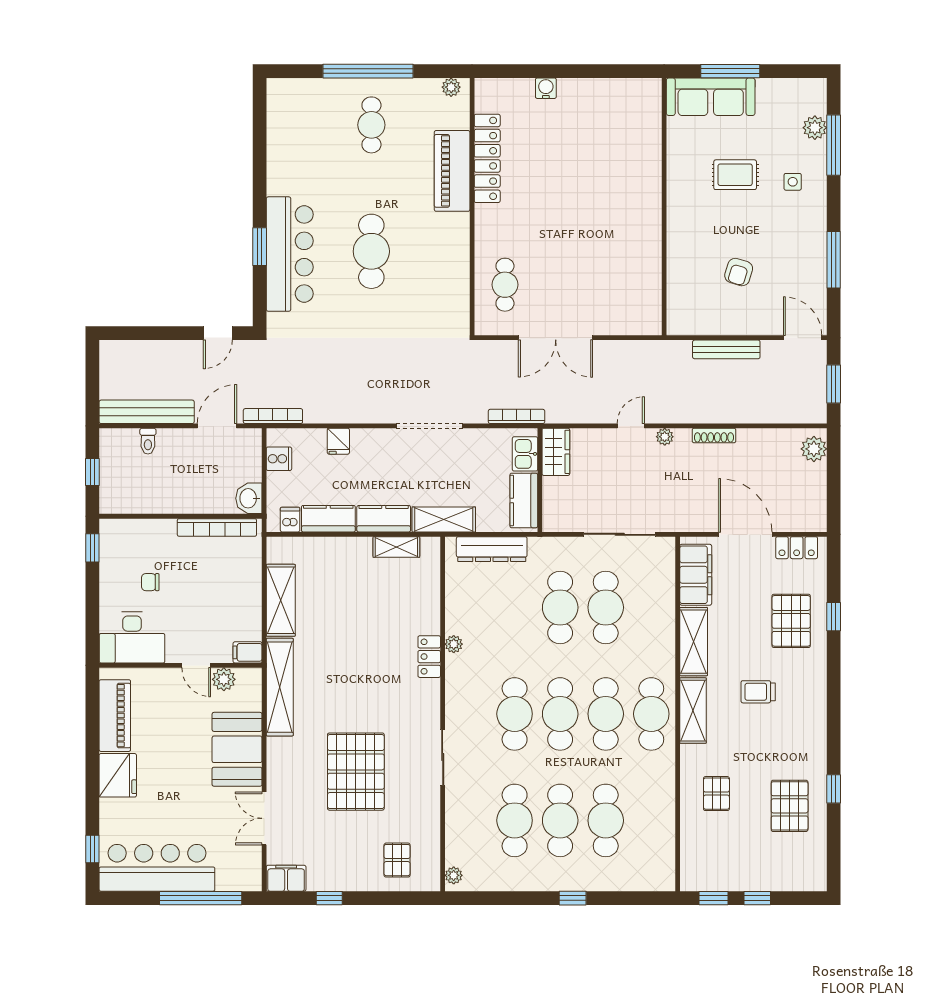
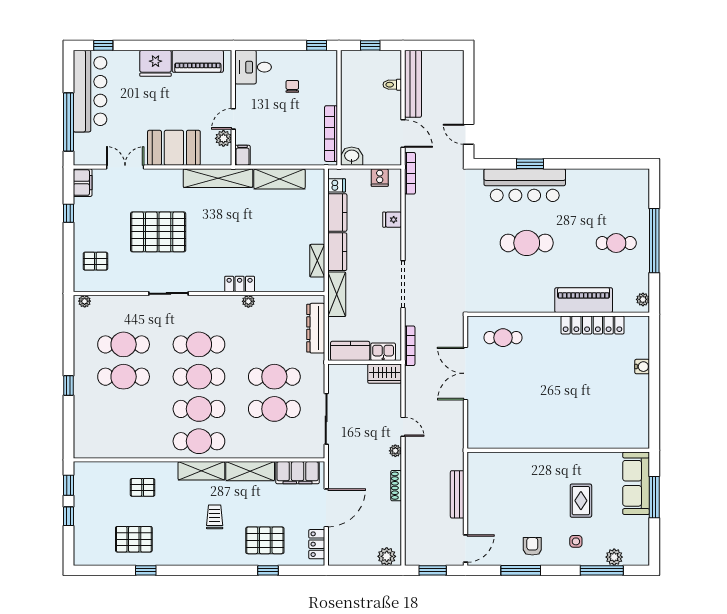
armchair: (739, 272) -> (532, 546), moved, turned 73
desk: (132, 637) -> (253, 67), width x0.73
cafe table: (606, 820) -> (124, 409), removed

